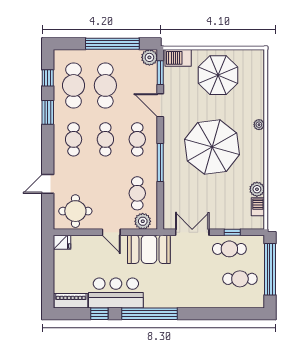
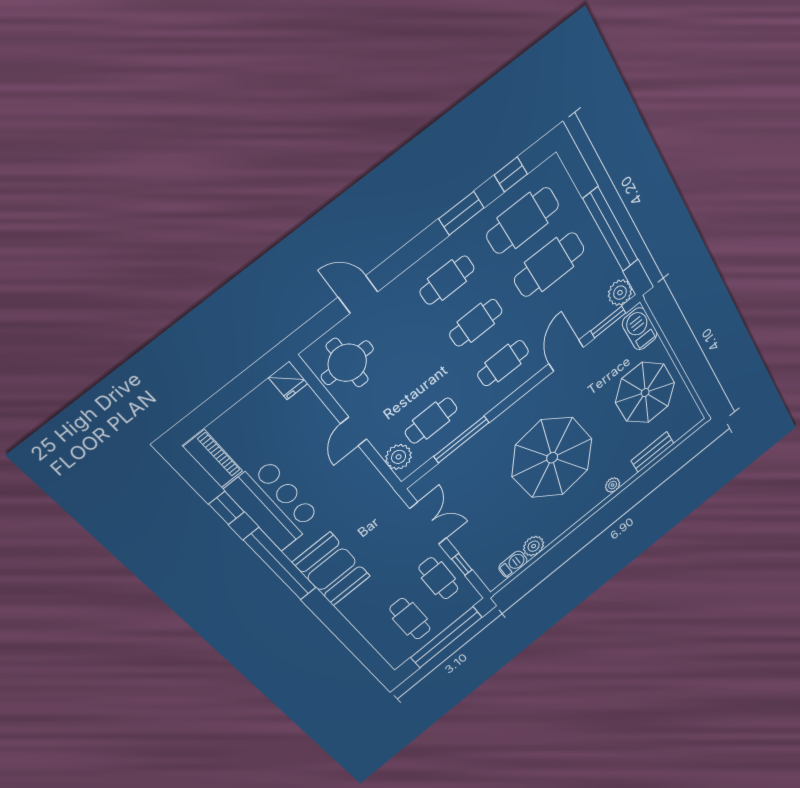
bench: (259, 91) -> (652, 452), added
window: (160, 163) -> (461, 439), moved
booth: (149, 249) -> (332, 569), moved

